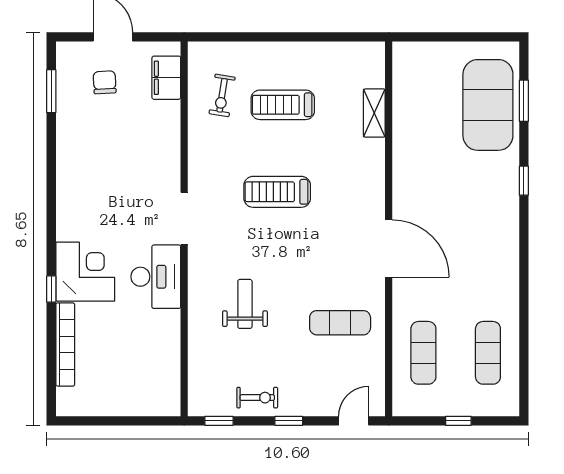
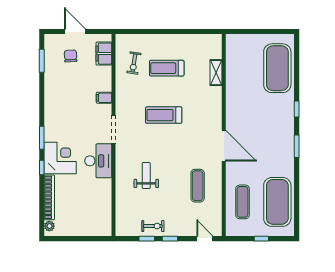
window: (524, 101) -> (297, 146), moved
filing cabinet: (167, 160) -> (104, 98), added
window: (51, 234) -> (42, 138), added
exercise mat: (340, 323) -> (198, 186), turned 90
exercise mat: (488, 353) -> (277, 202), width x2.00, depth x1.45
plant: (65, 398) -> (49, 226), added
window: (219, 421) -> (147, 239), moved
door: (354, 421) -> (205, 239), hinge flipped

